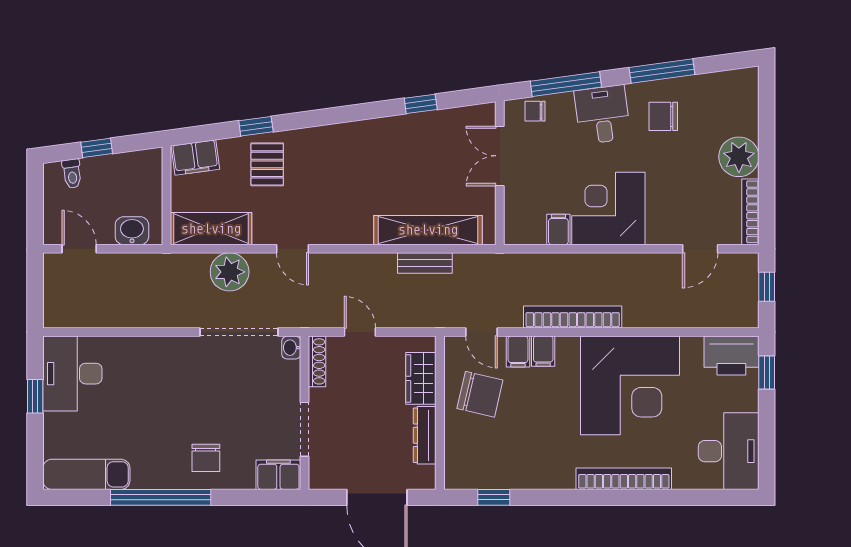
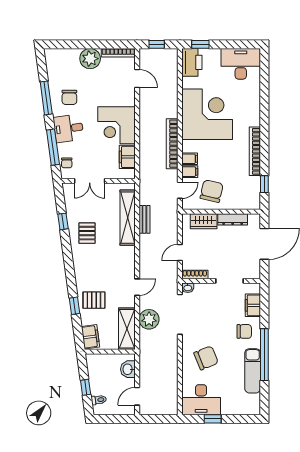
pallet: (398, 151) -> (87, 233), added
filing cabinet: (558, 229) -> (127, 157), width x2.00
chair: (154, 383) -> (206, 358), added
exam couch: (86, 474) -> (253, 371), moved
filing cabinet: (278, 475) -> (253, 305), moved
bookcase: (624, 479) -> (255, 151), moved

